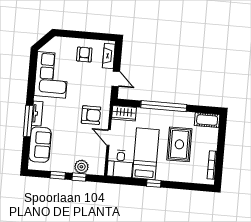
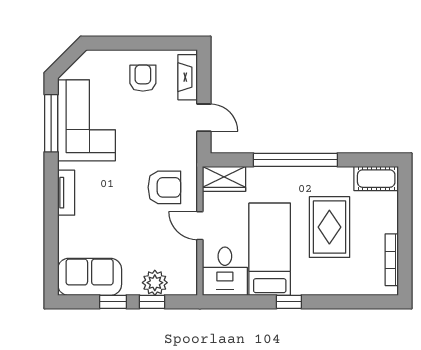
window: (28, 121) -> (51, 123), moved
sofa: (40, 145) -> (90, 277), moved, turned -90

